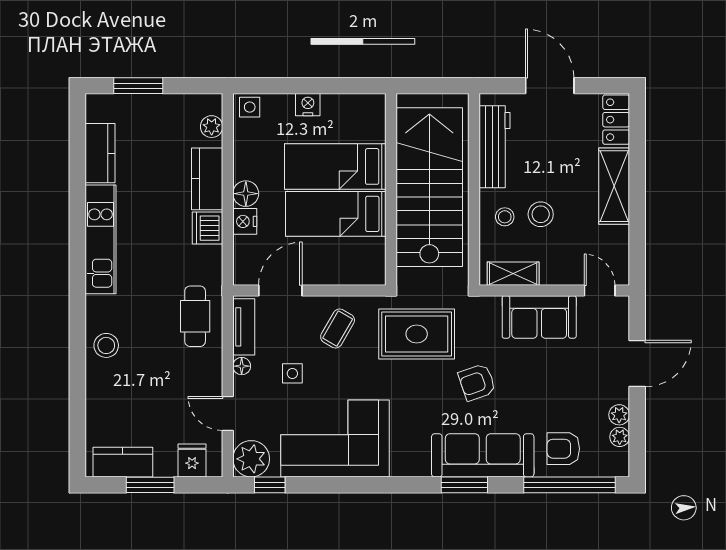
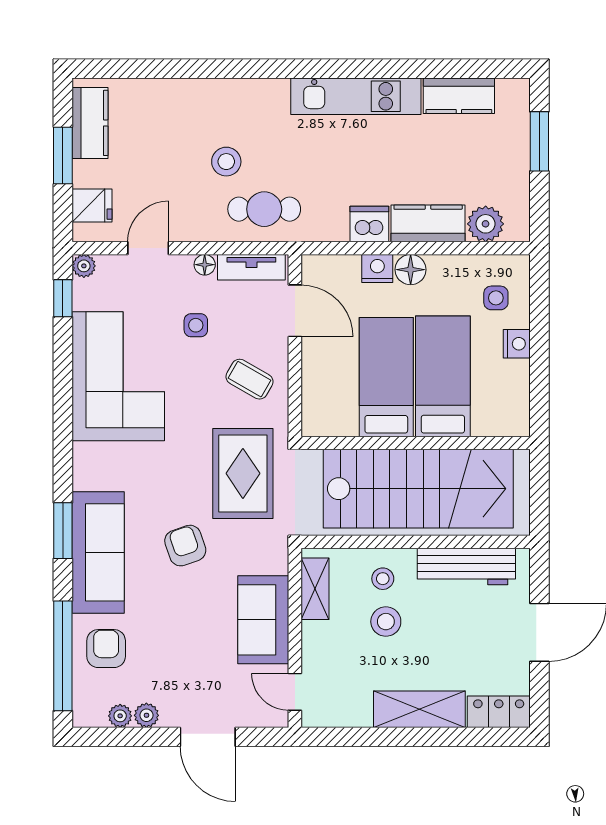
side table: (250, 107) -> (496, 298), moved
plant: (212, 127) -> (486, 224), width x1.38, depth x1.38
door: (600, 290) -> (295, 692), swing flipped
stool: (106, 345) -> (226, 162), moved
plant: (251, 459) -> (84, 266), width x0.53, depth x0.53

